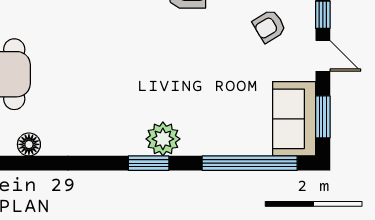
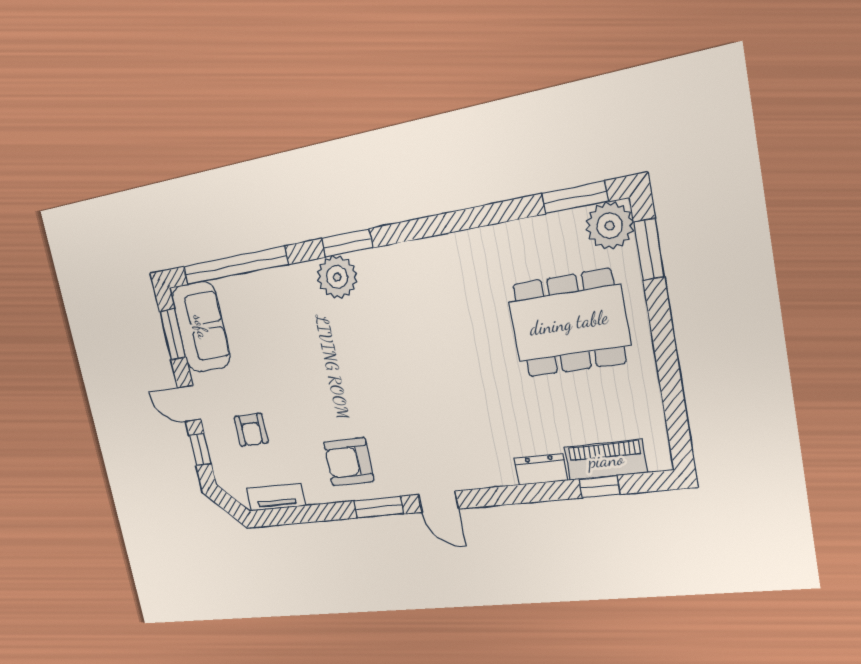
armchair: (269, 26) -> (251, 430), turned 121
floor lamp: (29, 144) -> (499, 239), removed

